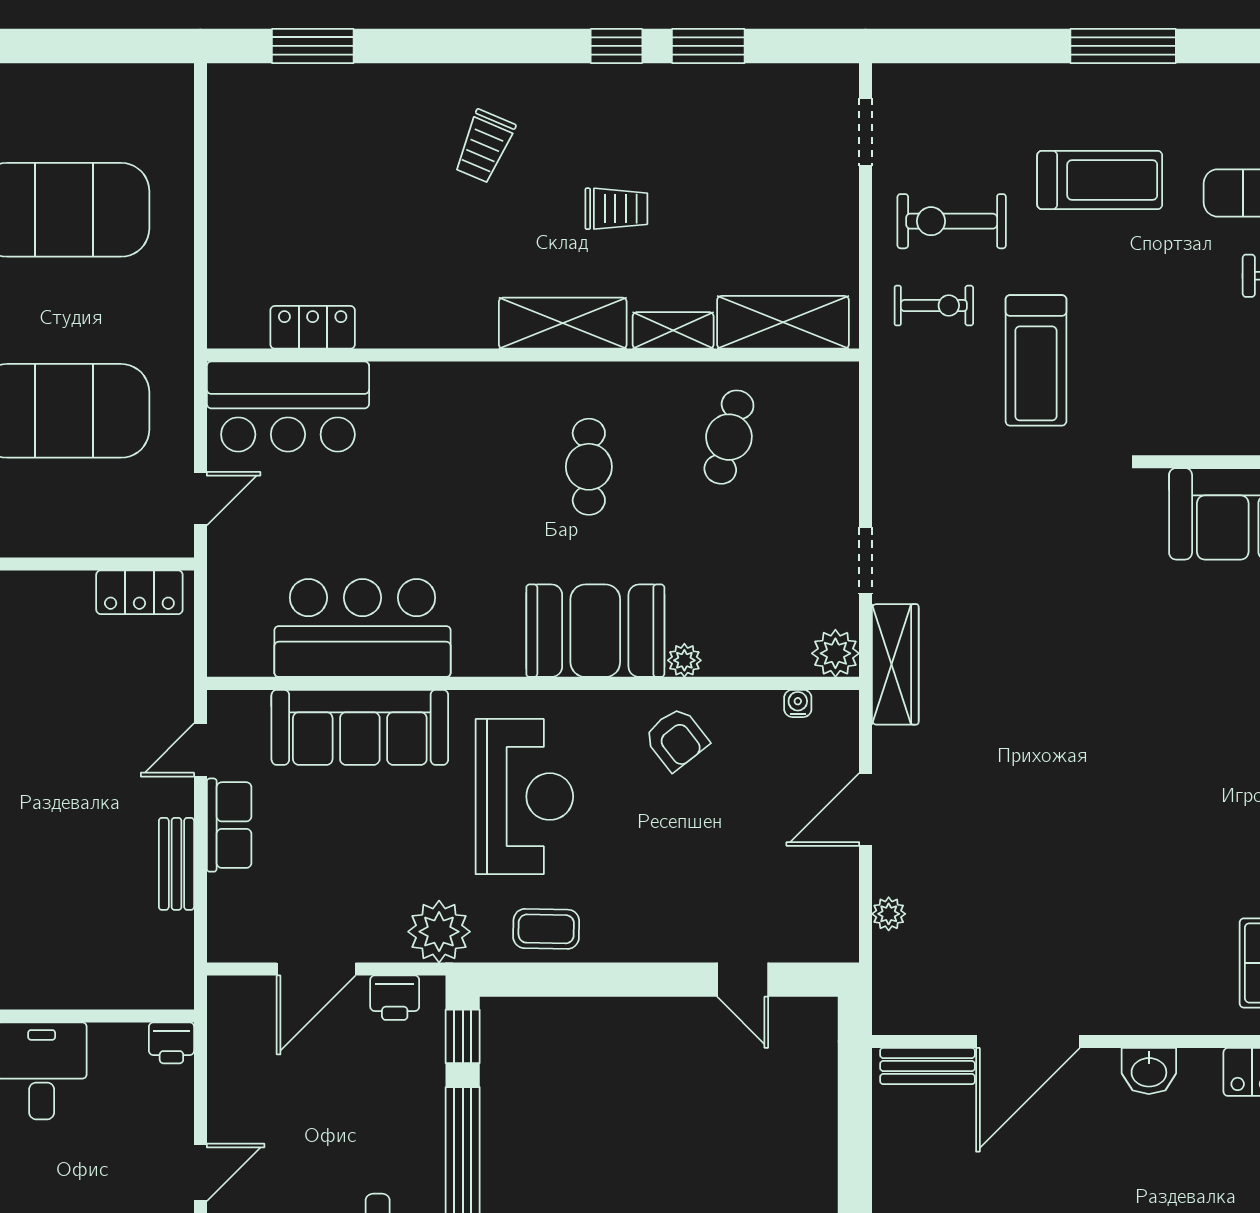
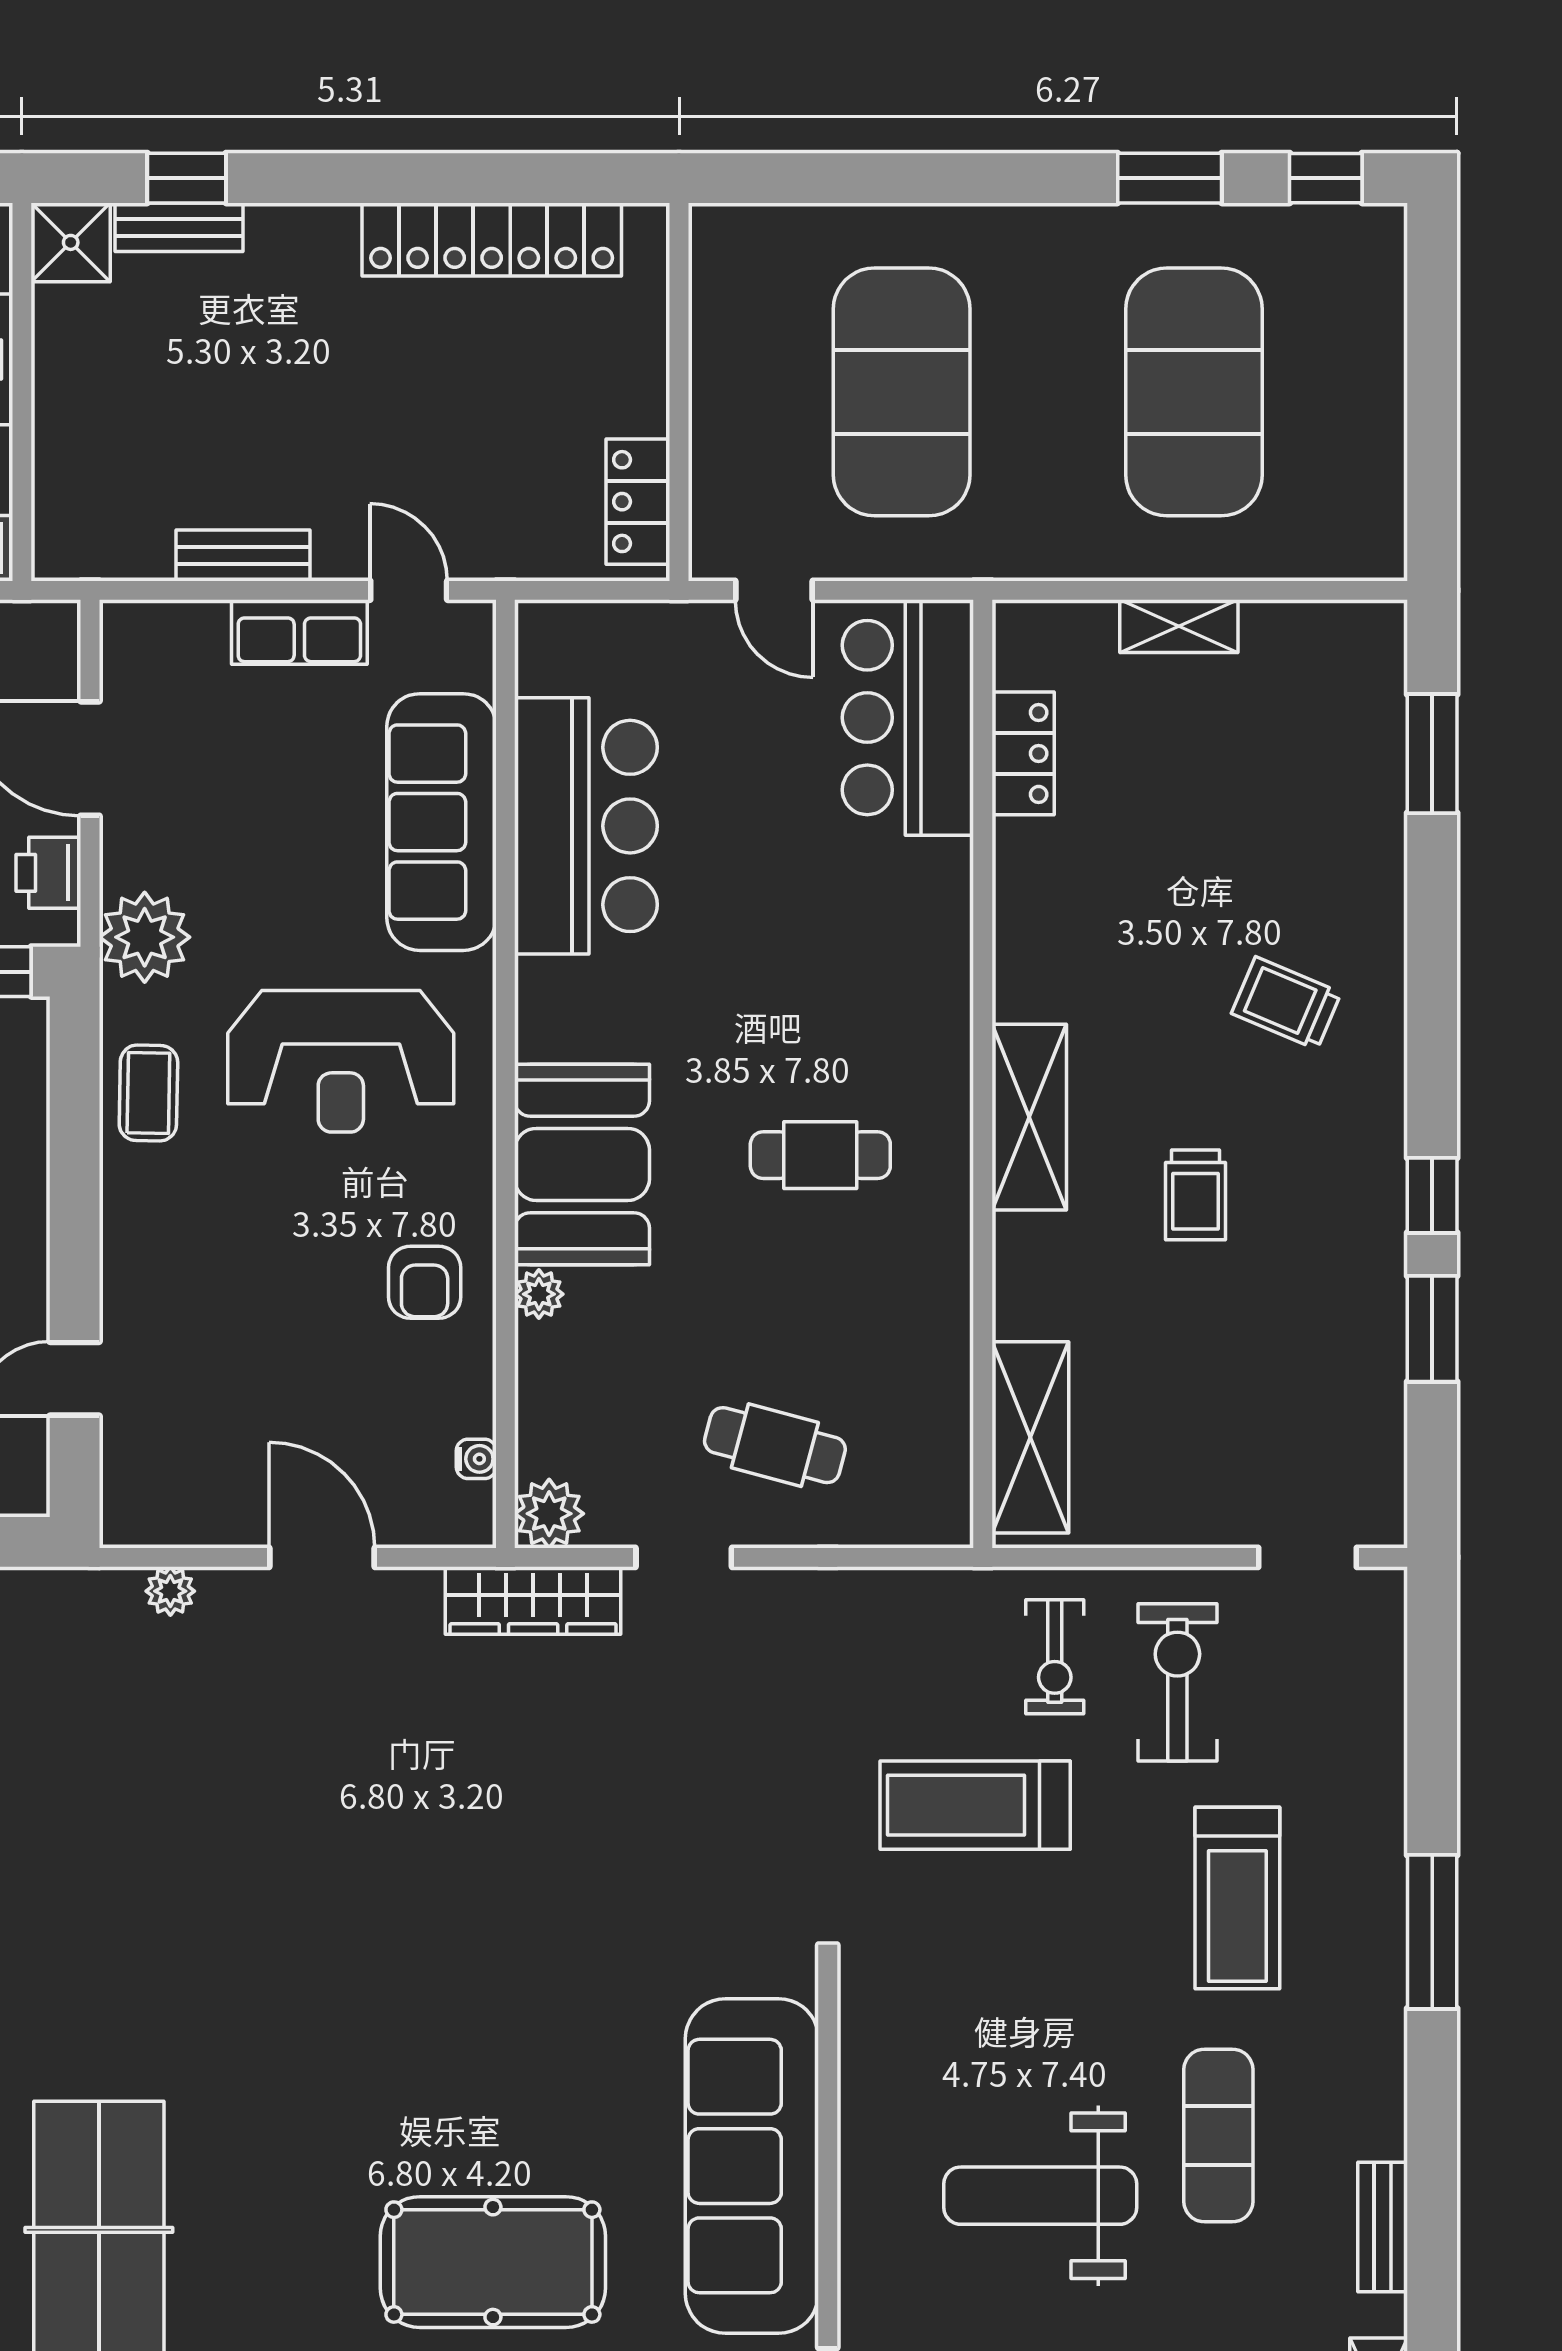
shelving: (673, 330) -> (1179, 626), moved, turned 90
cafe table: (729, 437) -> (775, 1445), moved
armchair: (676, 739) -> (425, 1282), turned -52

